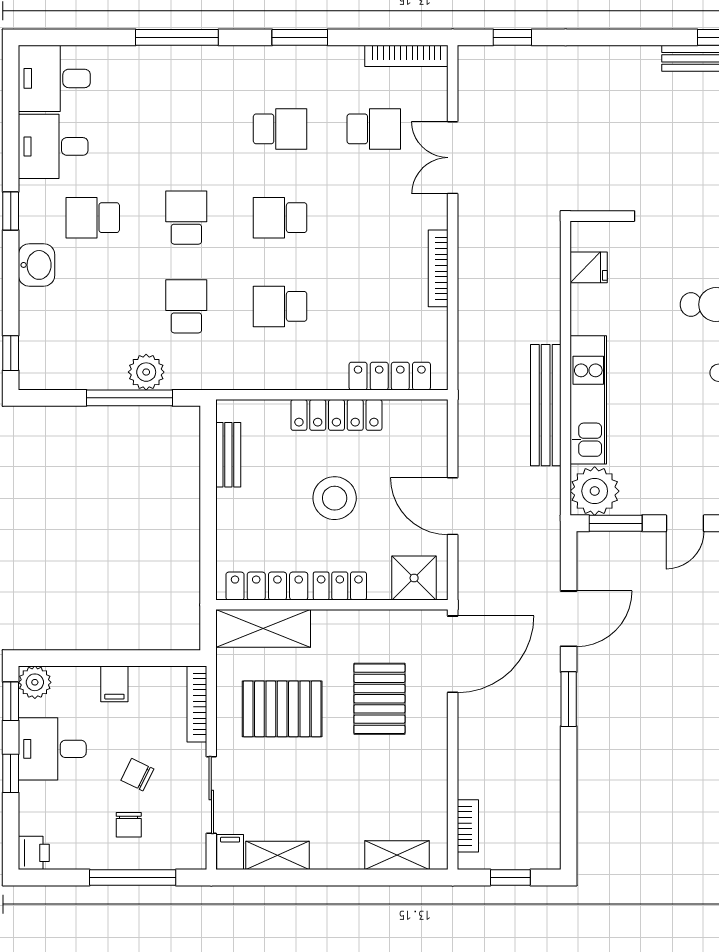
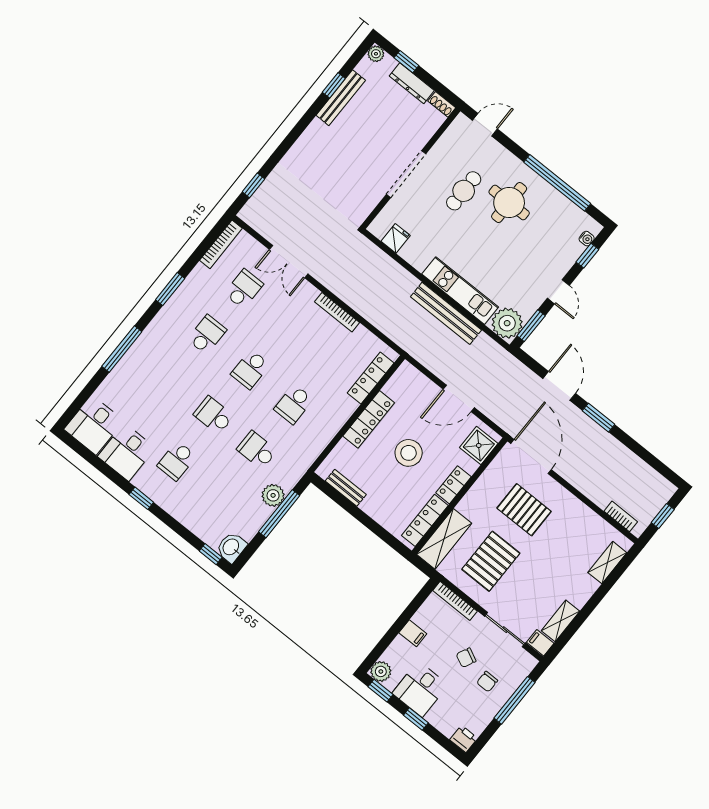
washbasin: (37, 265) -> (231, 547), moved, turned -90
chair: (129, 825) -> (487, 682), turned 90

